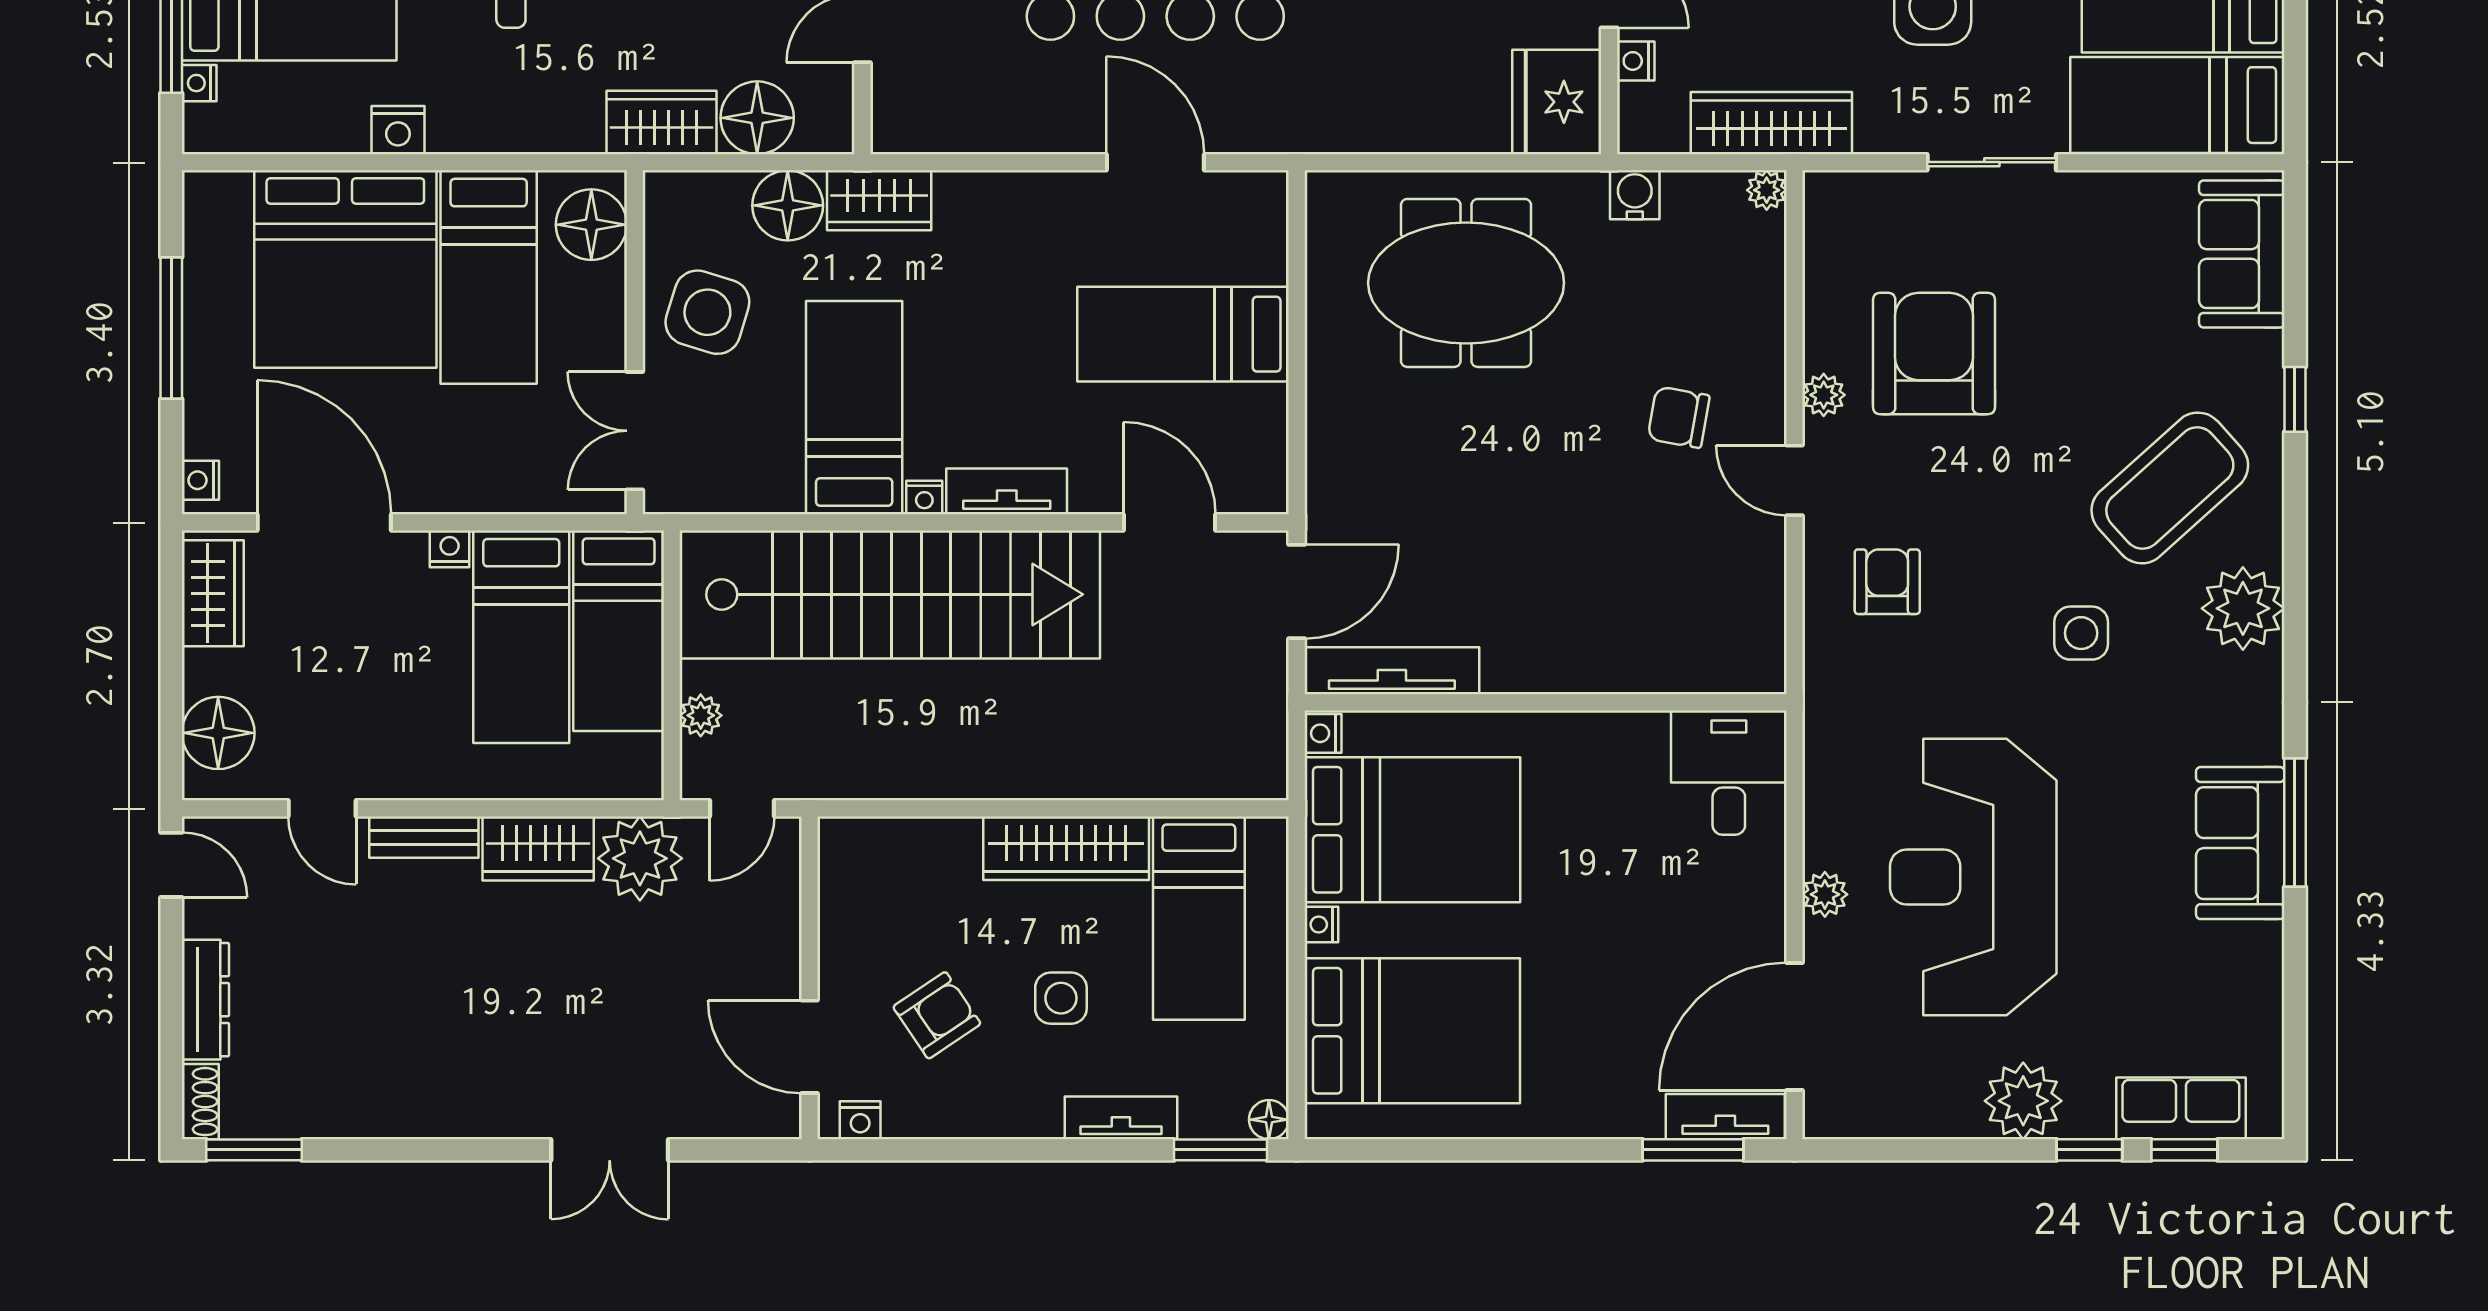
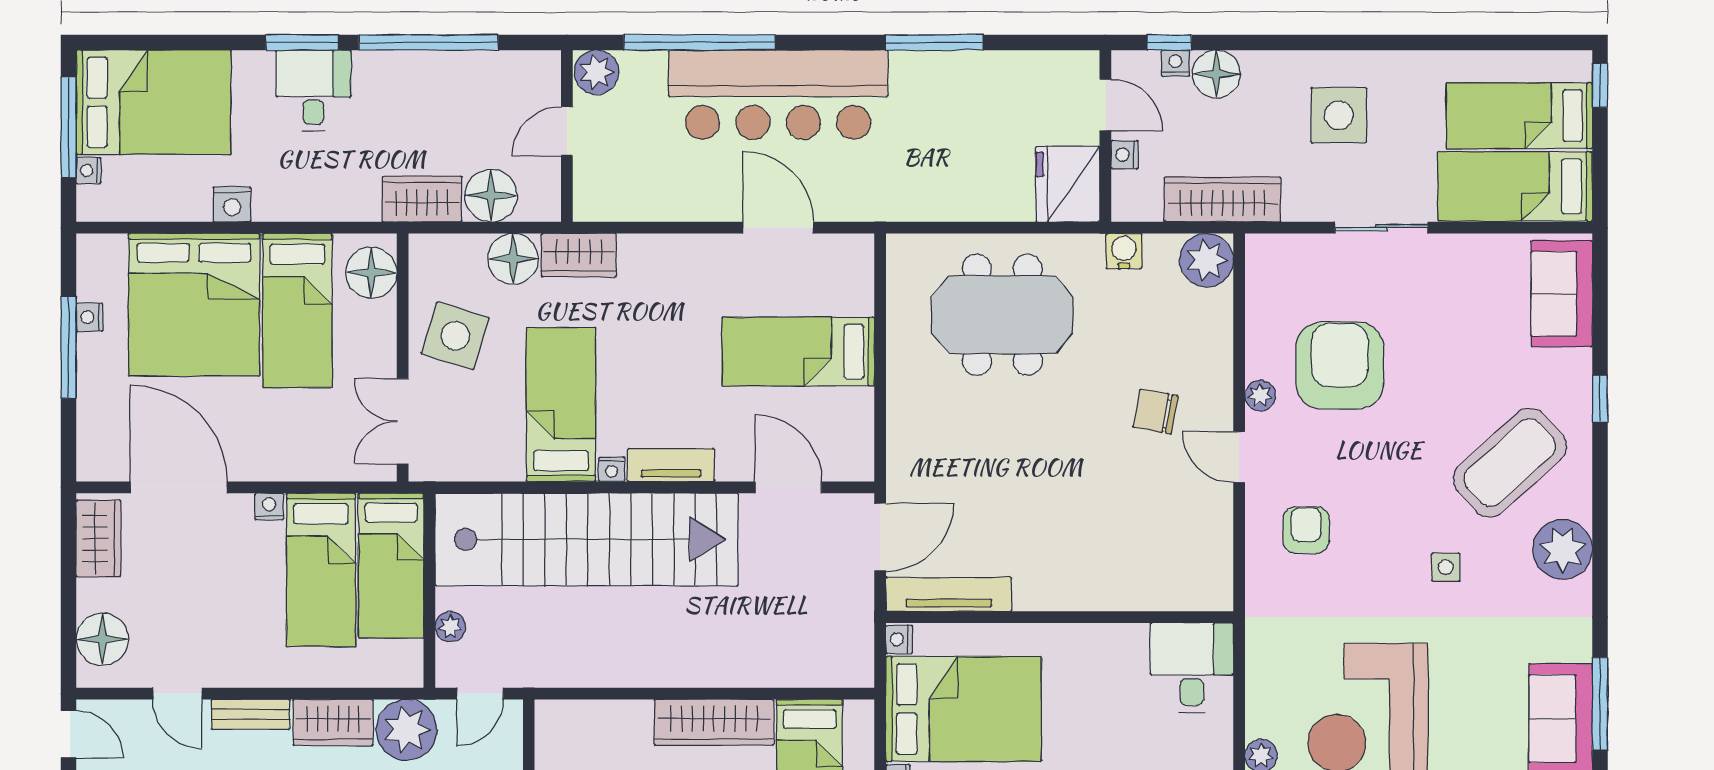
plant: (1767, 190) -> (1207, 260), width x1.88, depth x1.88
nightstand: (200, 480) -> (90, 317), moved
side table: (2081, 633) -> (1446, 567), width x0.73, depth x0.73

